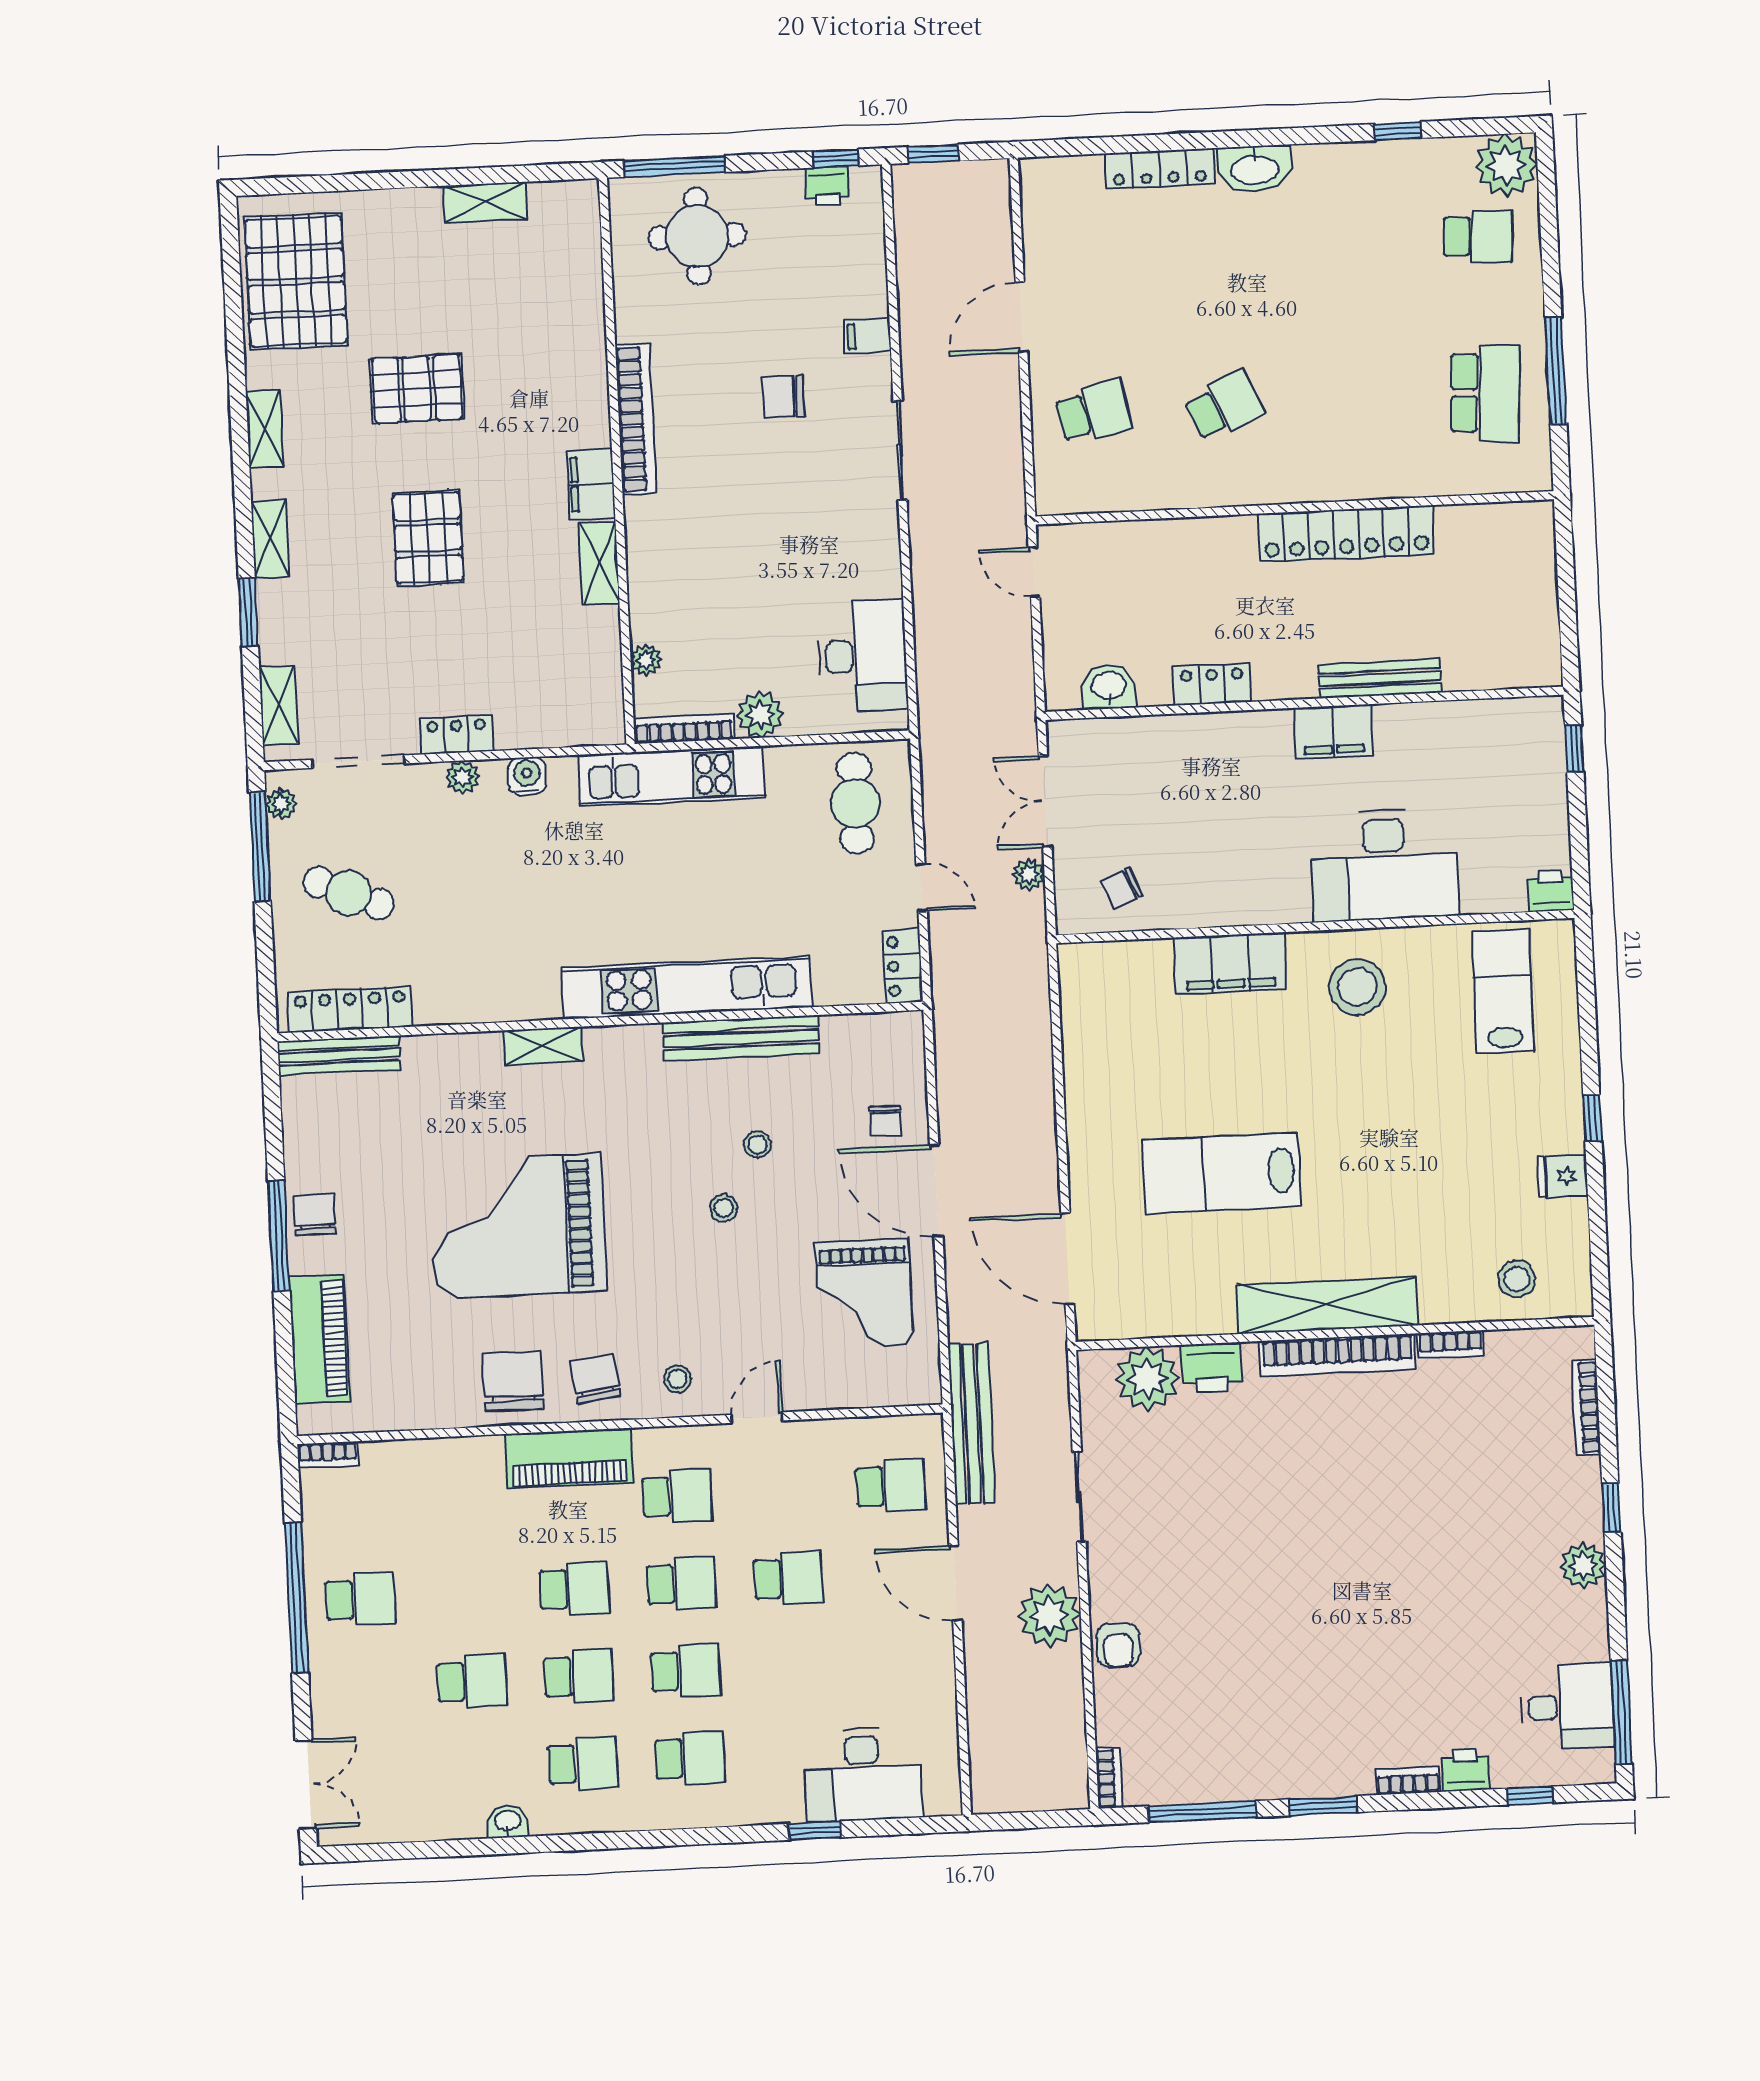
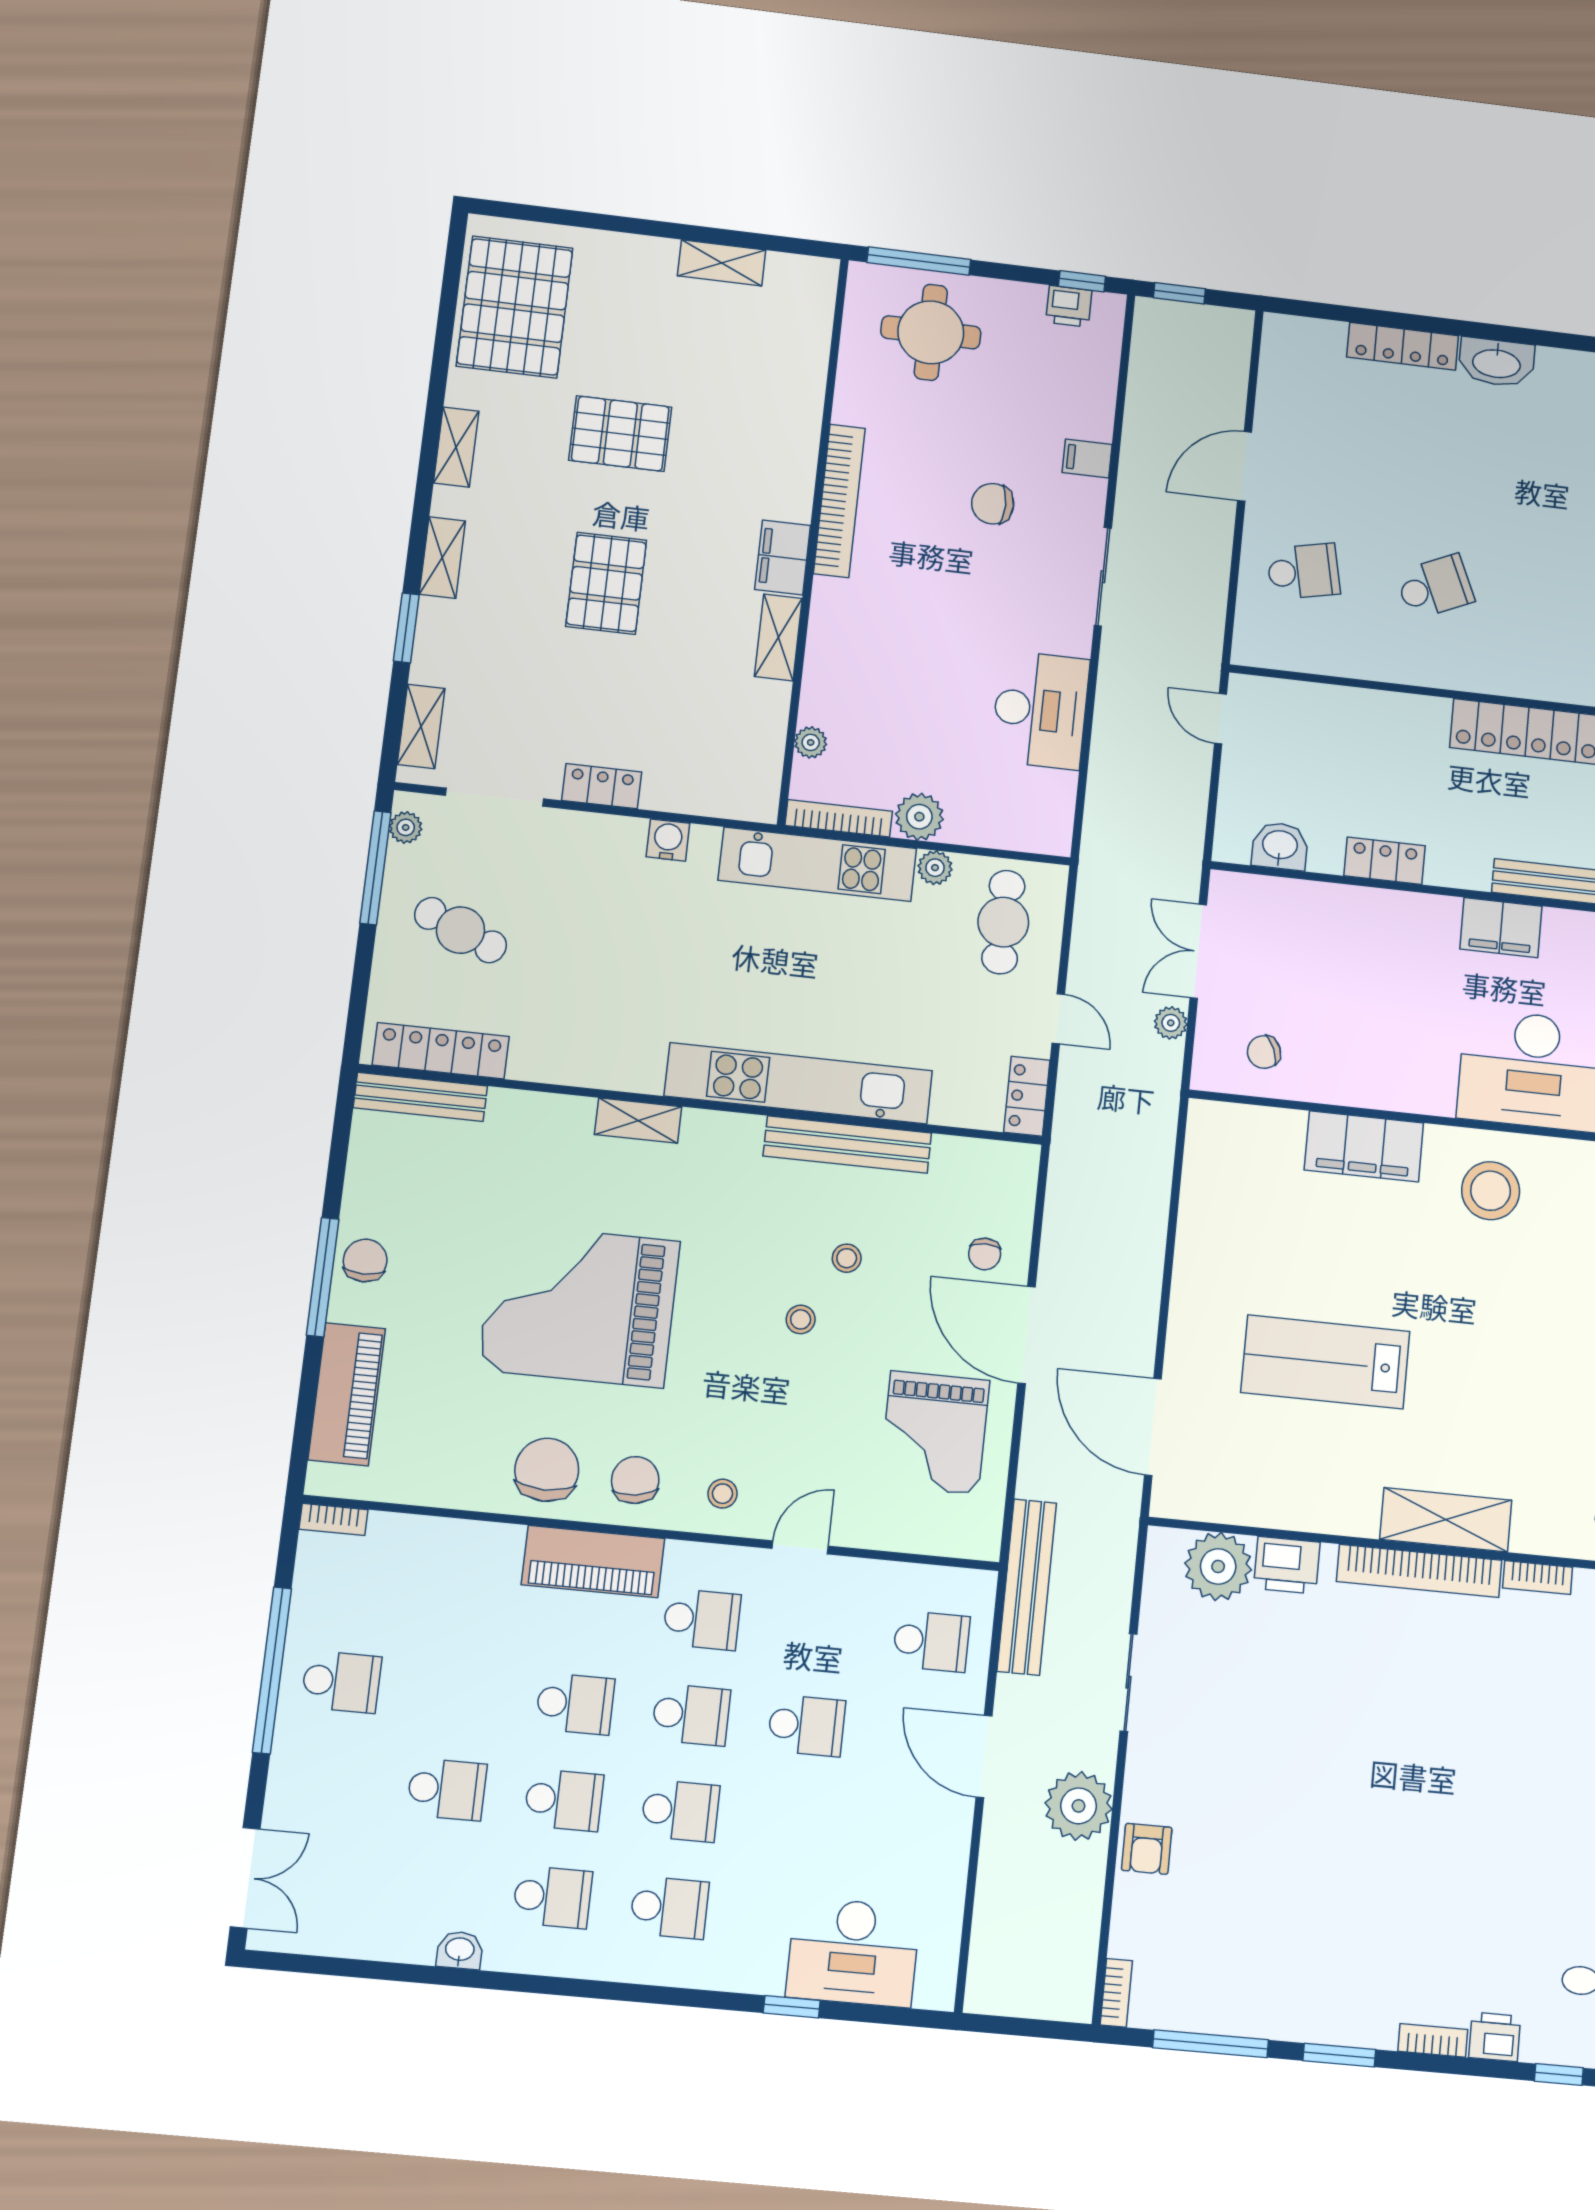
desk: (863, 656) -> (1040, 710), moved
plant: (462, 777) -> (935, 868), moved
shelving: (1327, 1305) -> (1446, 1520), width x0.68

